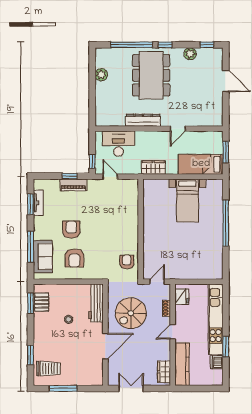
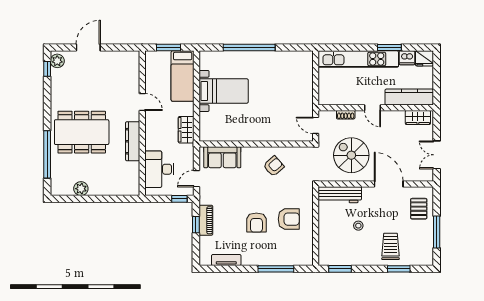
window: (165, 45) -> (47, 116), removed
plant: (190, 54) -> (57, 61), moved
window: (31, 204) -> (228, 269), removed
armchair: (71, 230) -> (256, 223), turned -90
sofa: (43, 257) -> (222, 157), moved, turned 180
armchair: (127, 262) -> (274, 166), moved, turned 139
fridge: (182, 297) -> (424, 58), moved, turned 180
pallet: (42, 302) -> (419, 209), moved, turned 90
spiral stairs: (131, 313) -> (351, 155), turned 180
trolley: (49, 369) -> (391, 246), moved

